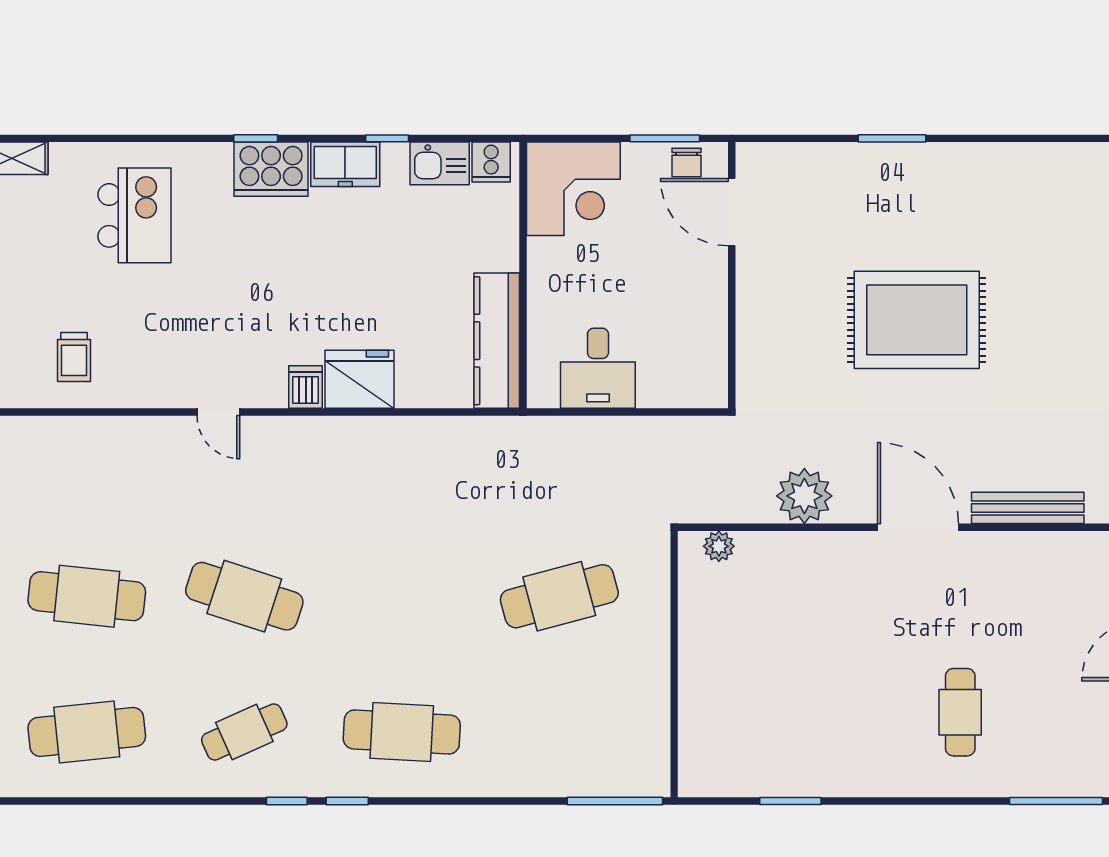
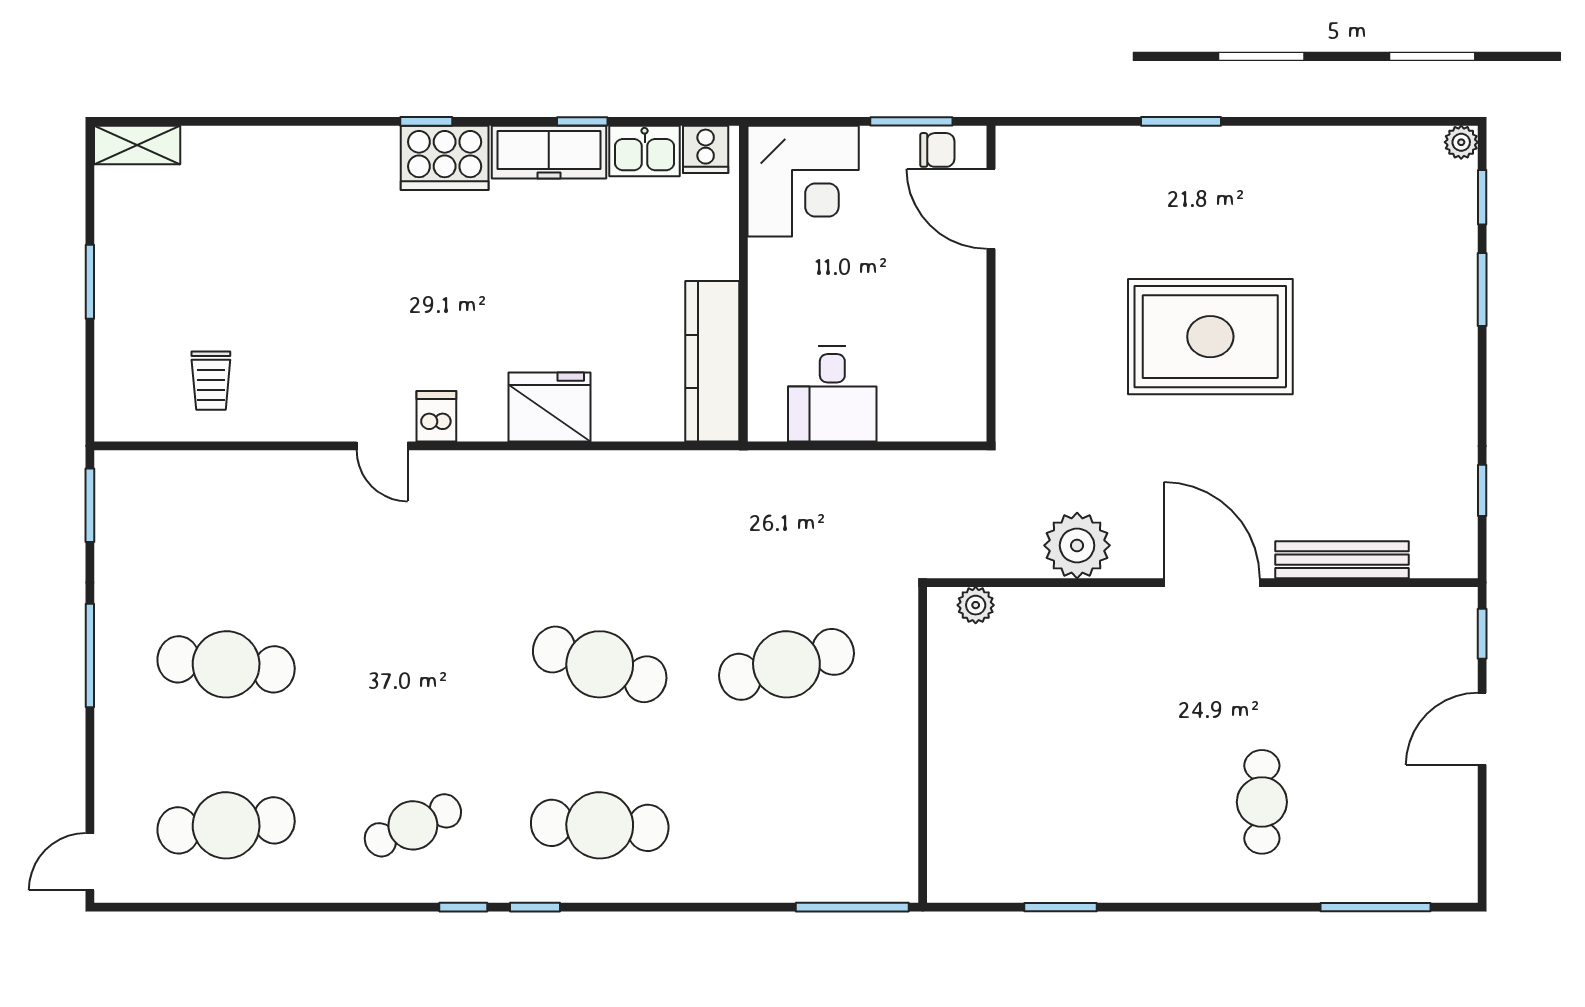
chair: (687, 162) -> (937, 150), turned -90
freezer: (345, 164) -> (549, 152), width x1.40
kitchen island: (134, 215) -> (283, 213), removed
dishwasher: (306, 387) -> (436, 416), moved
cafe table: (244, 596) -> (600, 664), moved

